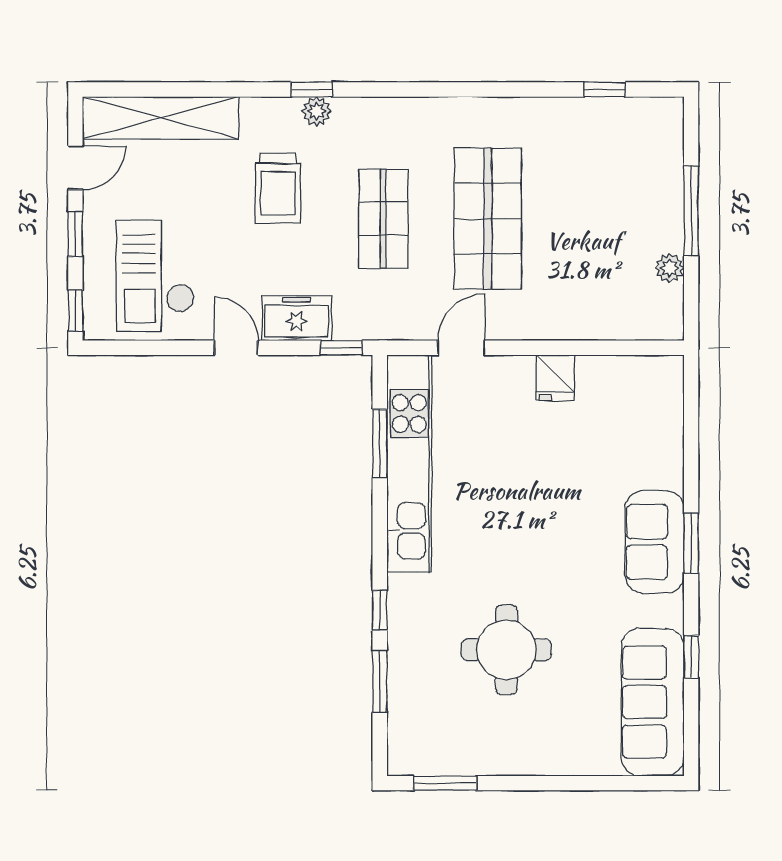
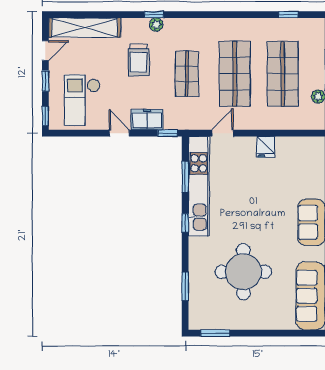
shop shelf: (592, 219) -> (283, 74), added
window: (380, 610) -> (185, 223), moved
round table: (506, 650) -> (243, 272), width x1.36, depth x1.36

